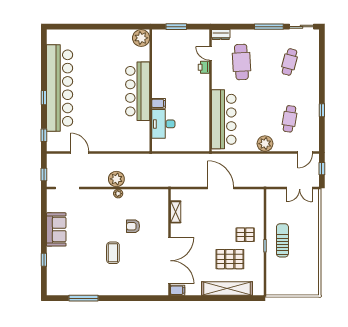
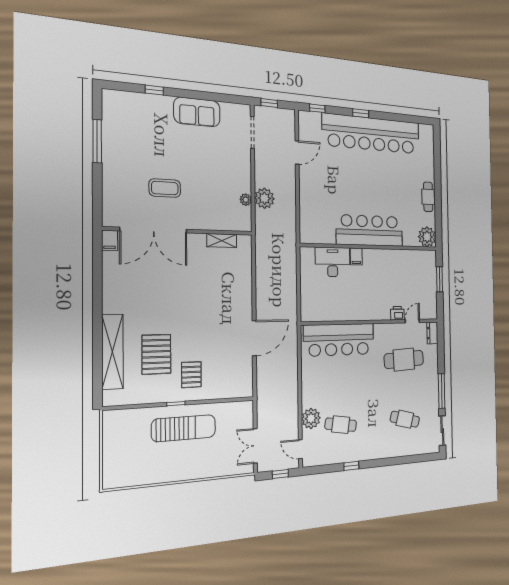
cafe table: (108, 36) -> (428, 197), added
plant: (265, 144) -> (311, 418), moved
shelving: (176, 212) -> (222, 241), moved
armchair: (133, 226) -> (202, 218), removed
sun lounger: (282, 240) -> (184, 428), width x1.36, depth x1.34
wall: (170, 242) -> (180, 231), moved
double door: (170, 261) -> (154, 230), moved
filing cabinet: (178, 290) -> (110, 240), moved

